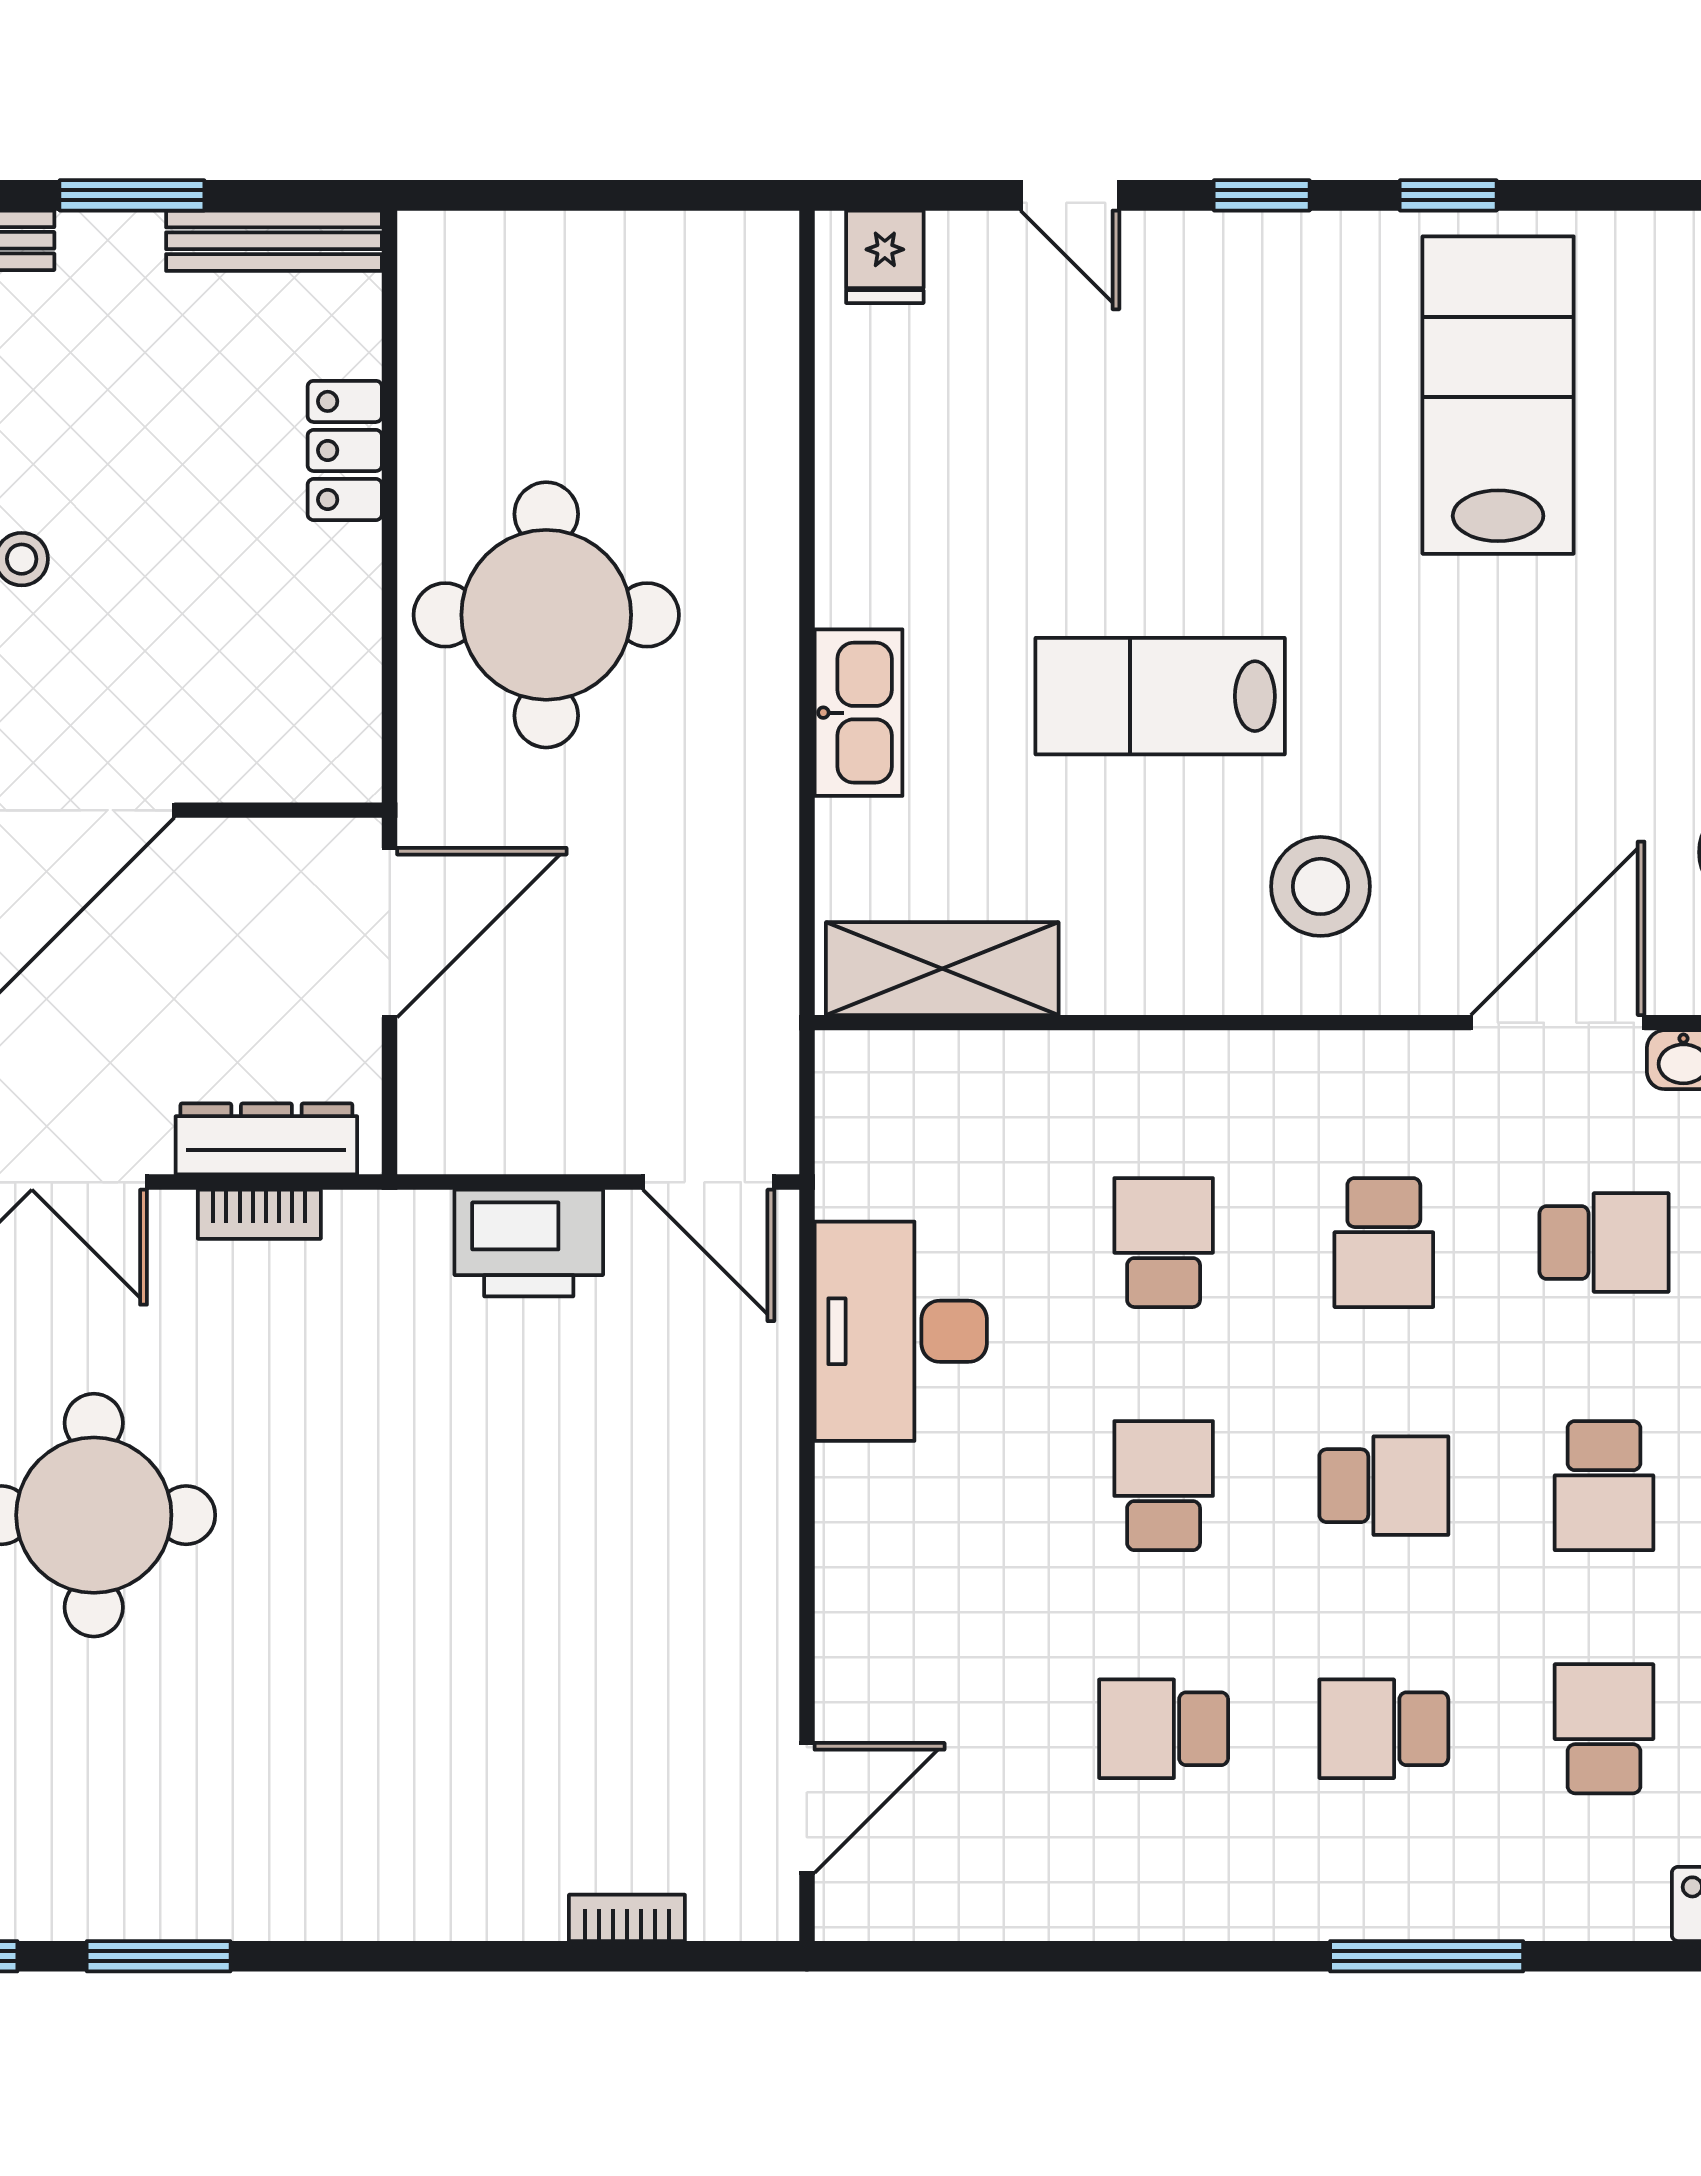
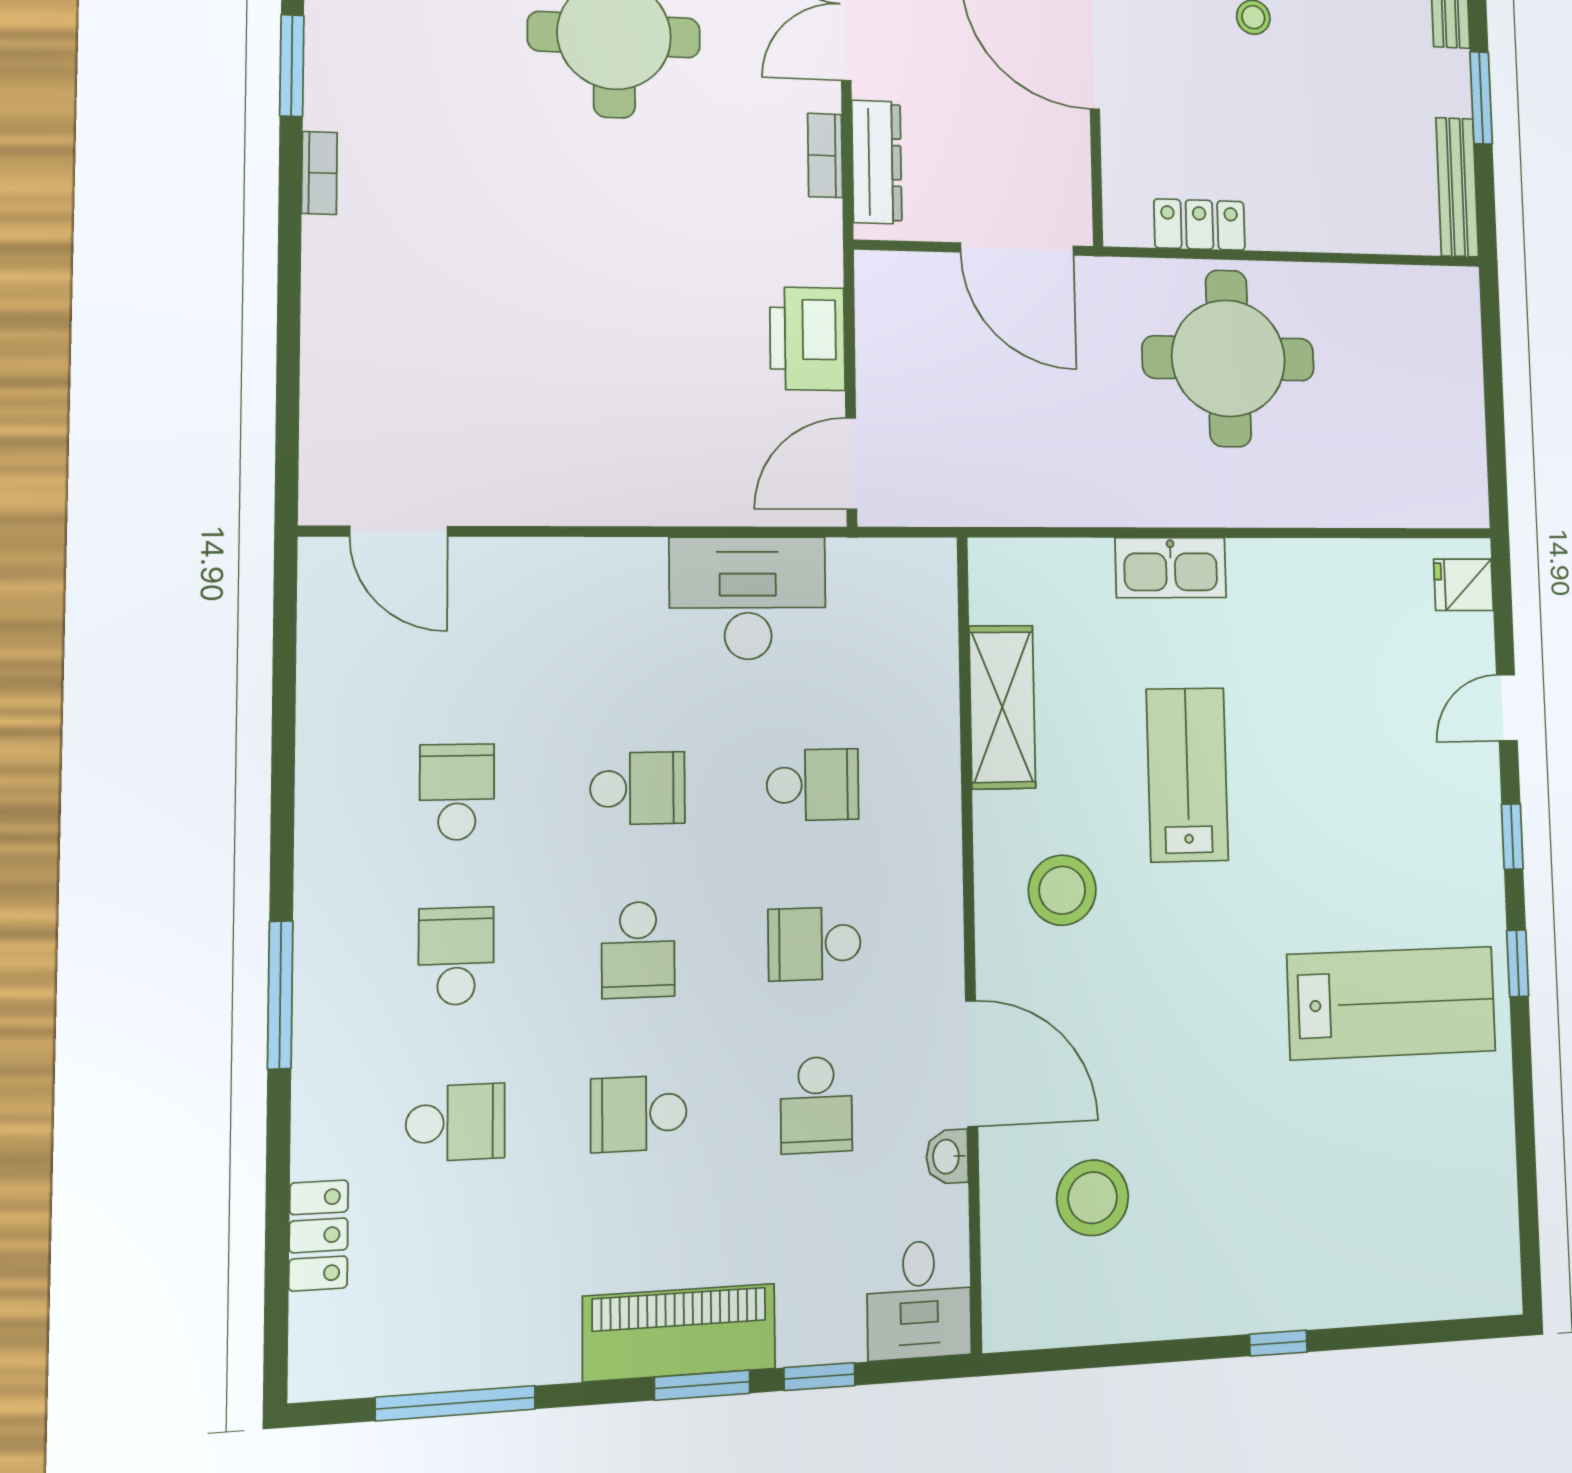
locker: (345, 450) -> (1199, 225), moved
shelving: (942, 969) -> (1002, 707), moved
bookcase: (627, 1918) -> (319, 173), moved

